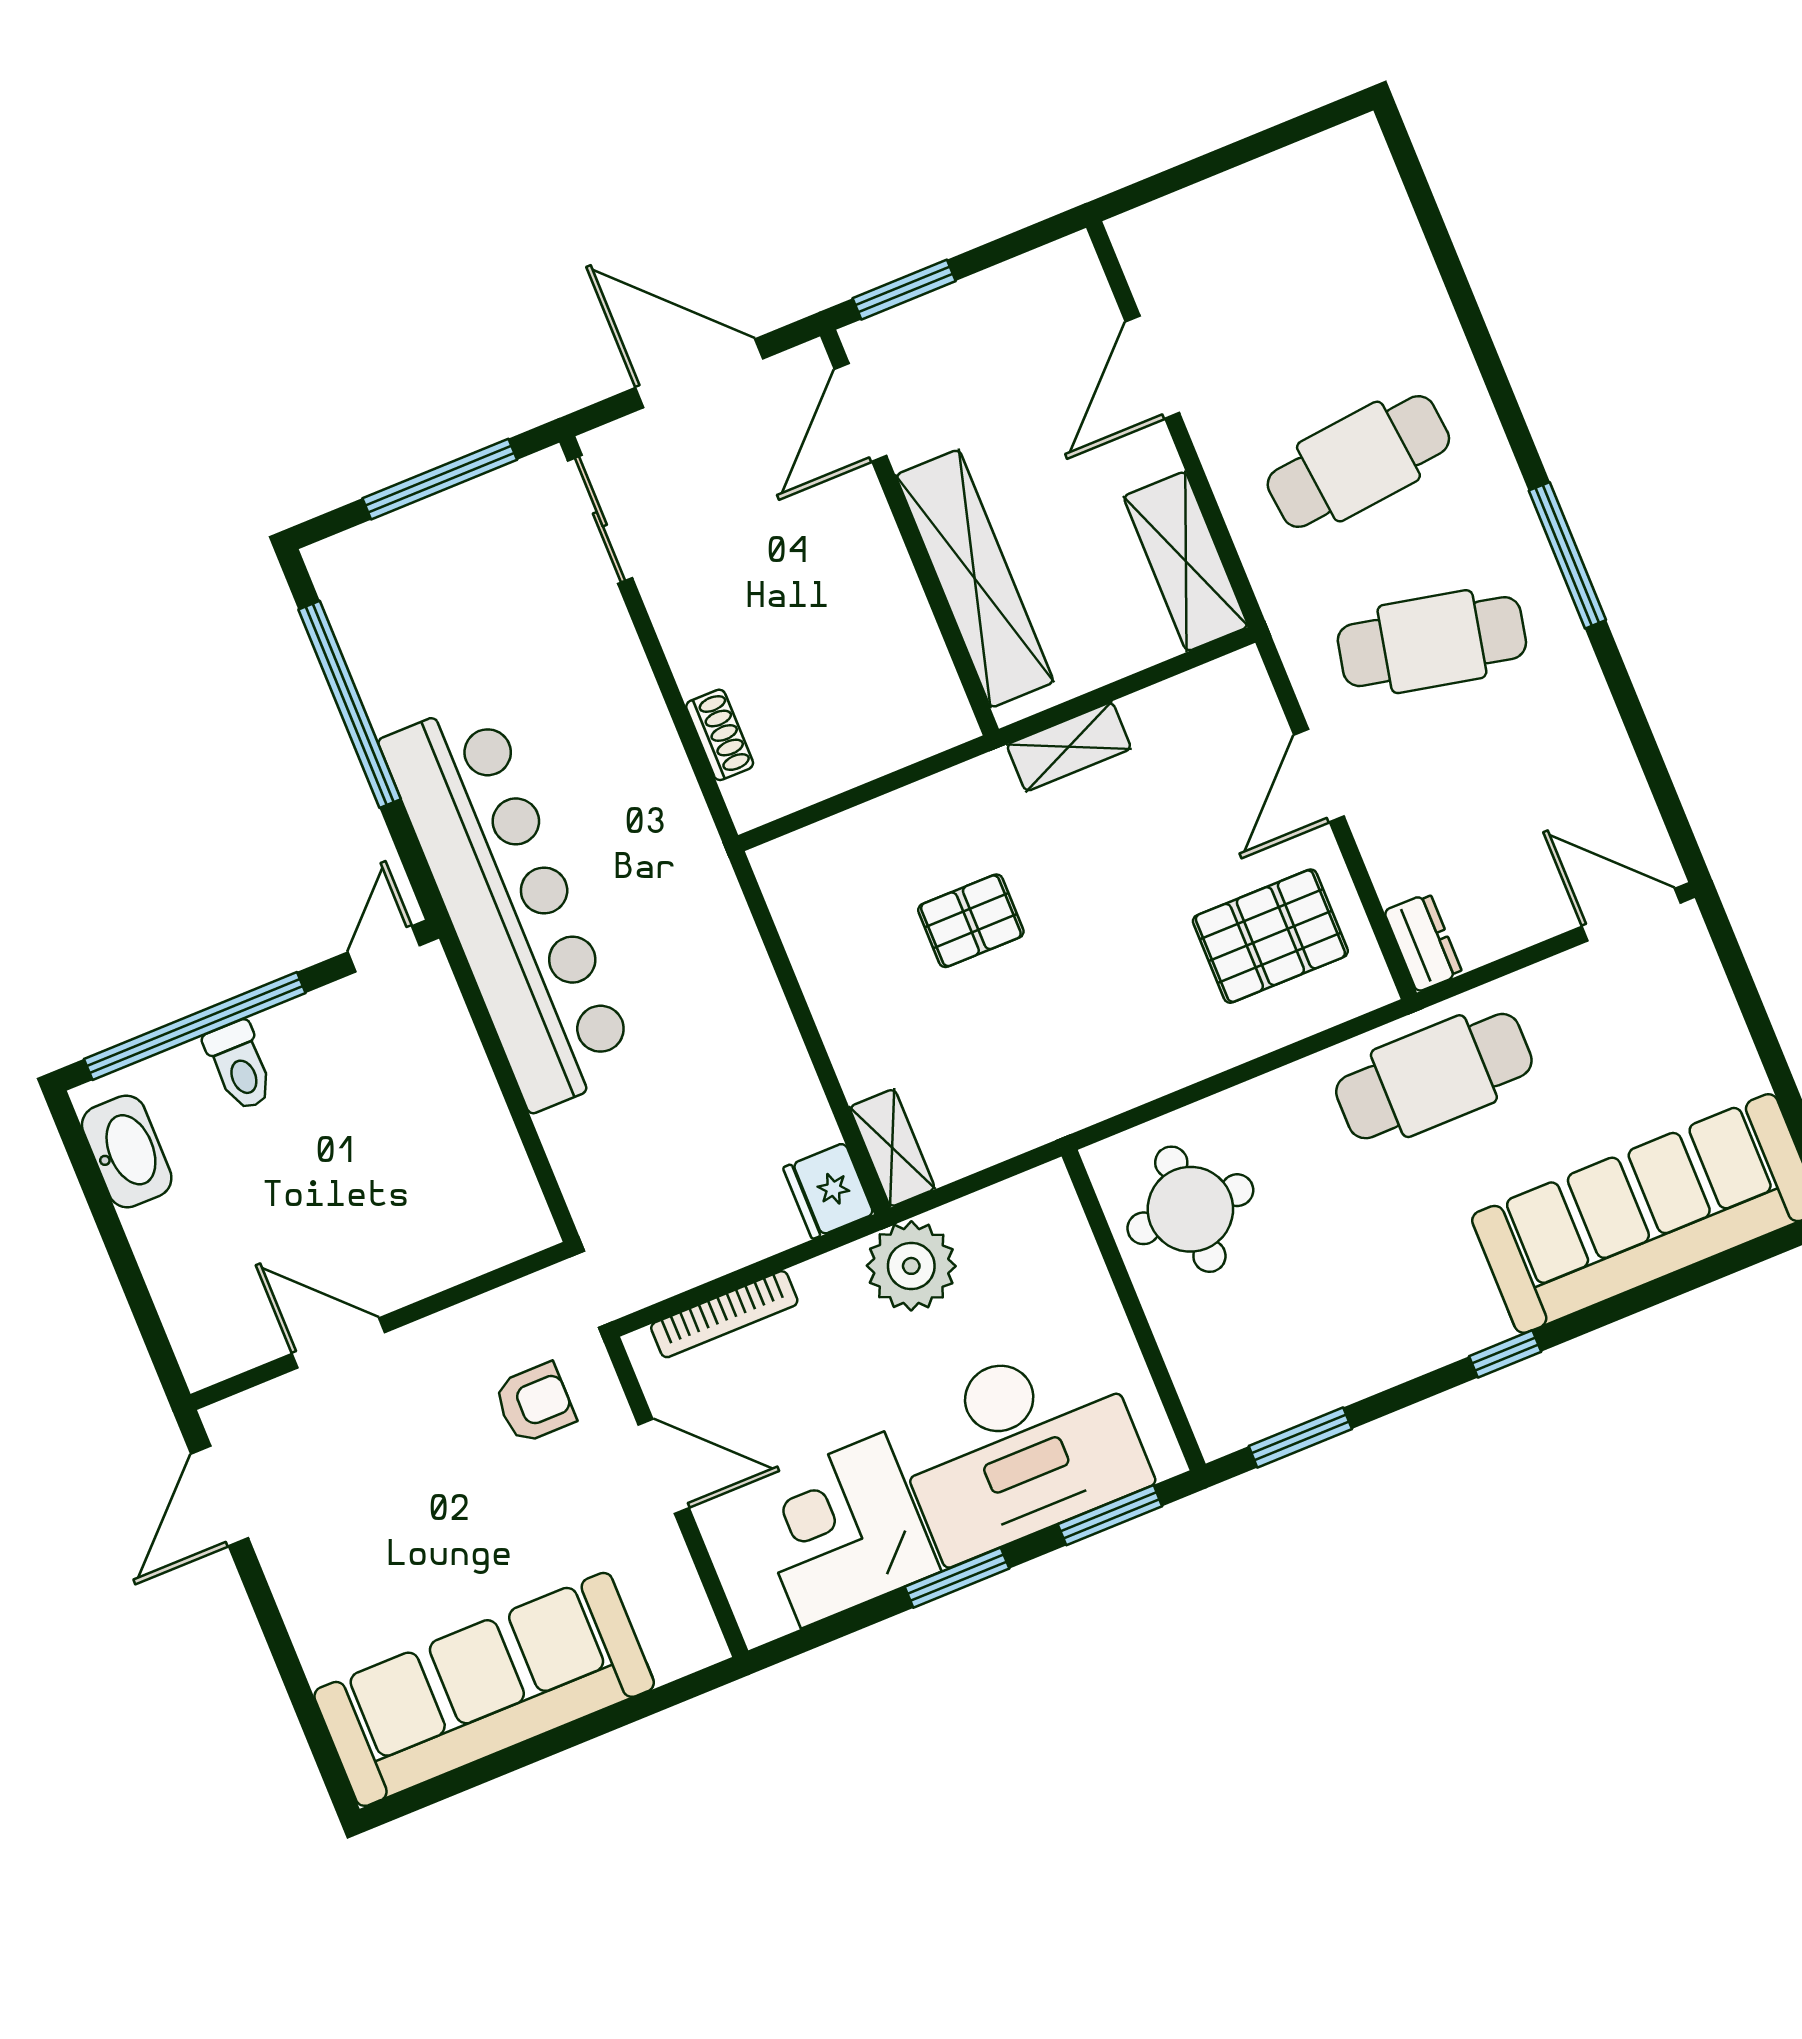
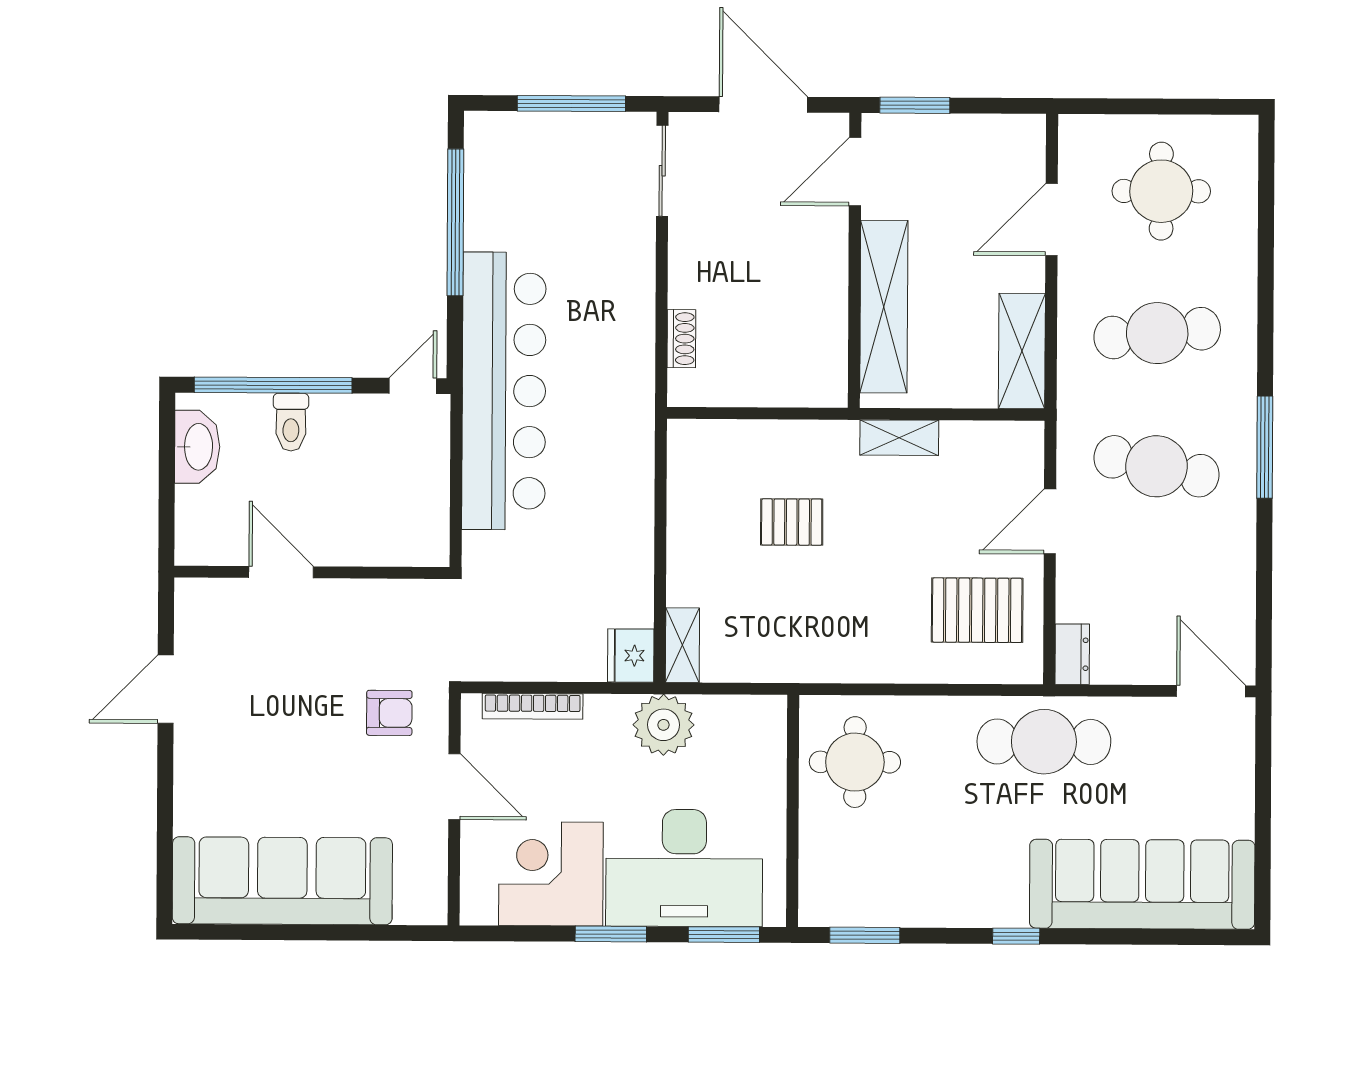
round table: (1285, 268) -> (1161, 191), added
wall: (380, 1326) -> (312, 572), moved
door: (338, 1343) -> (281, 572), moved

